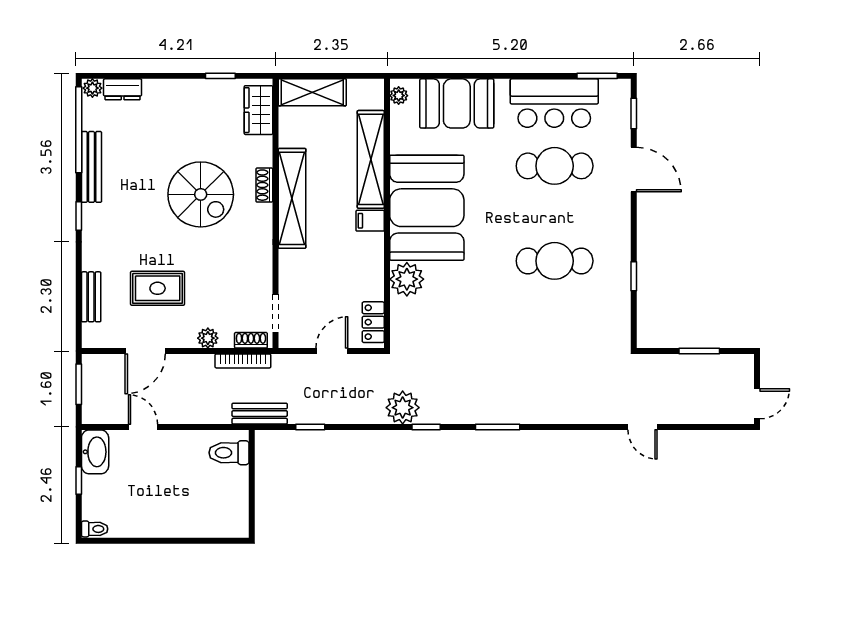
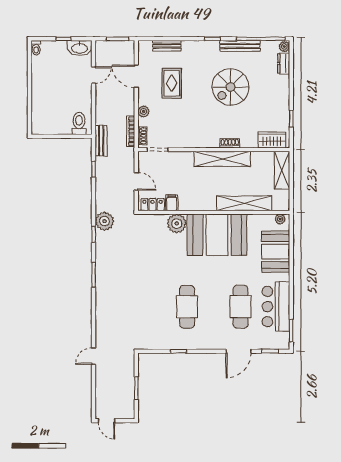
spiral stairs: (201, 194) -> (230, 87), moved
filing cabinet: (370, 221) -> (172, 203), moved

